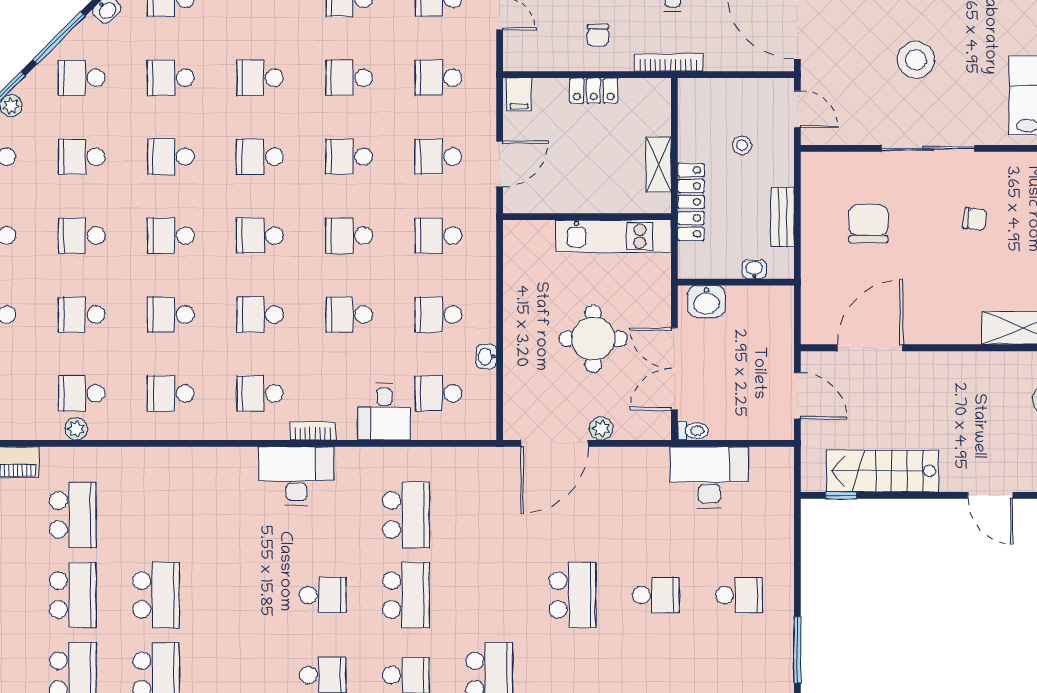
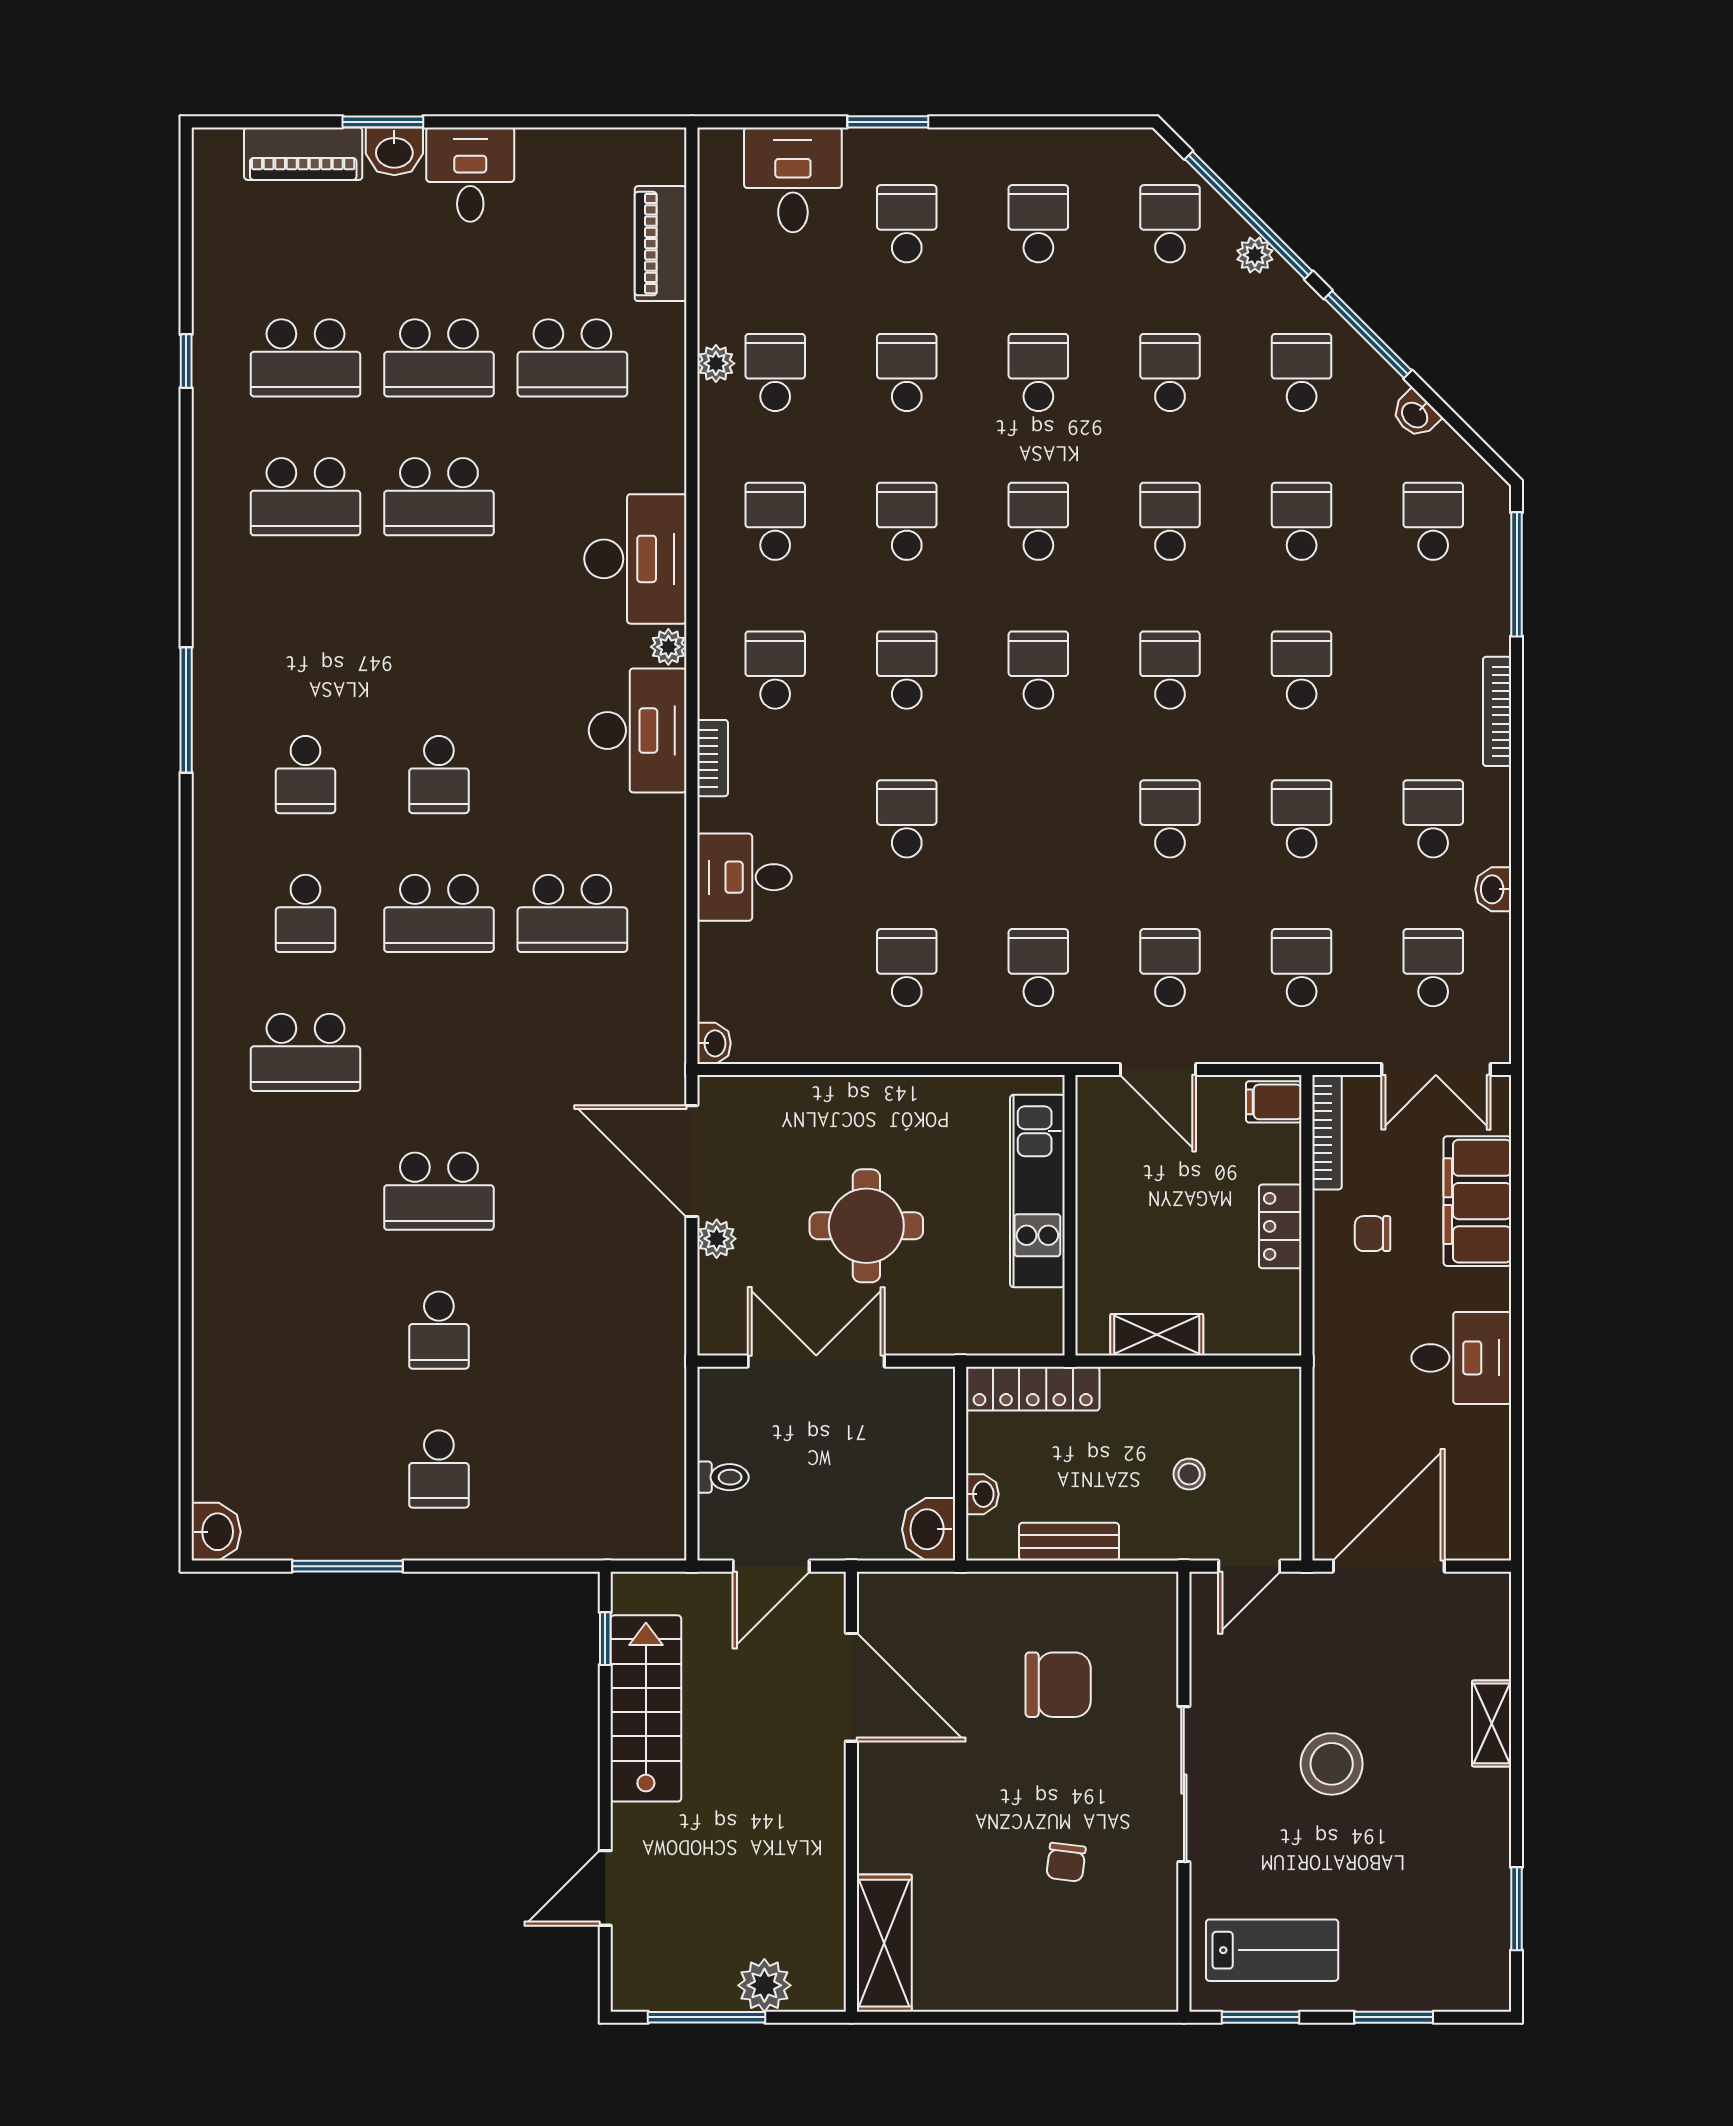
bookcase: (668, 62) -> (1327, 1132), moved
locker: (691, 202) -> (1033, 1389), moved
school desk: (349, 236) -> (1038, 819), removed
kitchen unit: (613, 236) -> (1037, 1191), moved
washbasin: (706, 301) -> (929, 1529), moved
washbasin: (486, 357) -> (714, 1043), moved, turned 90
school desk: (438, 393) -> (775, 968), removed
toilet: (693, 431) -> (723, 1477), moved, turned -90
plant: (246, 457) -> (668, 647), added
desk: (709, 477) -> (635, 559), moved

